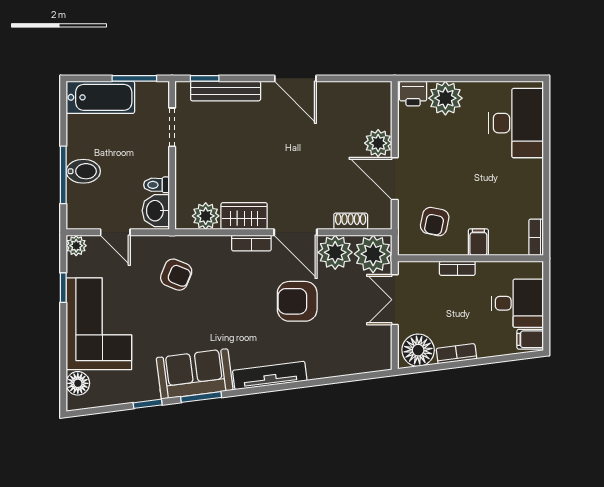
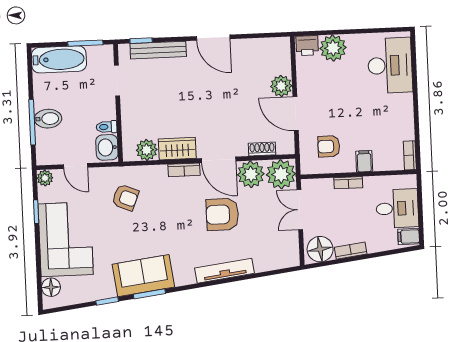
armchair: (435, 222) -> (329, 146), turned 78
tv unit: (270, 375) -> (225, 271), moved

